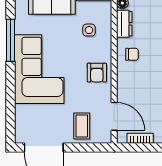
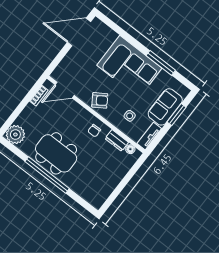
armchair: (97, 73) -> (100, 100), turned 147
coffee table: (82, 126) -> (74, 66), removed

